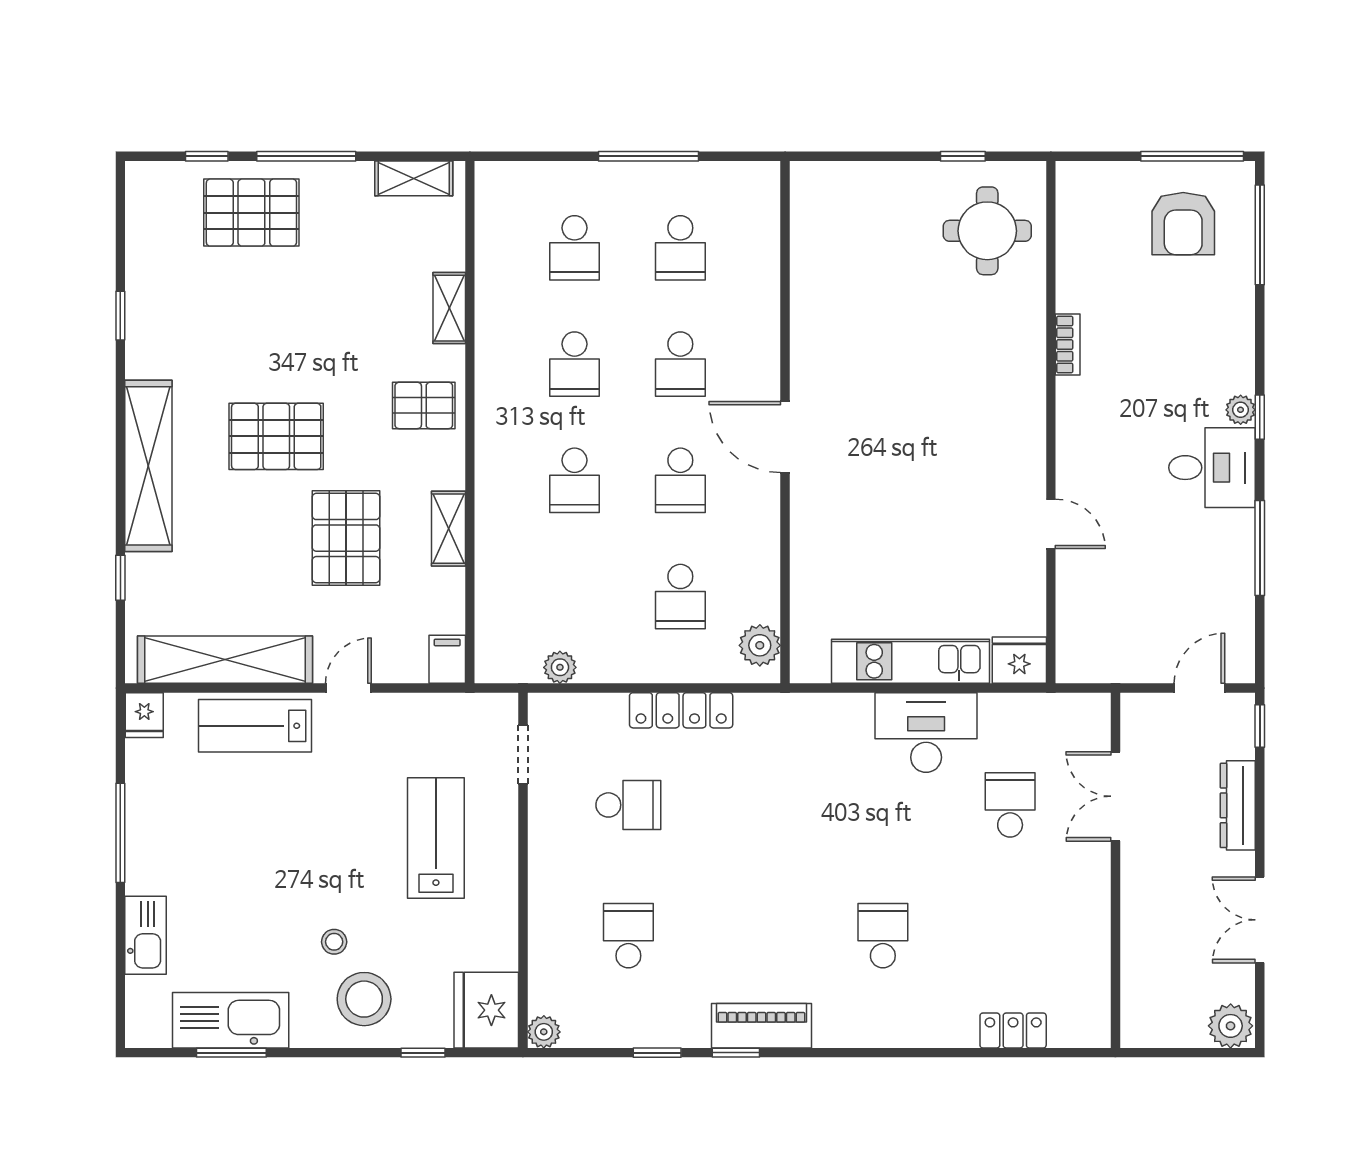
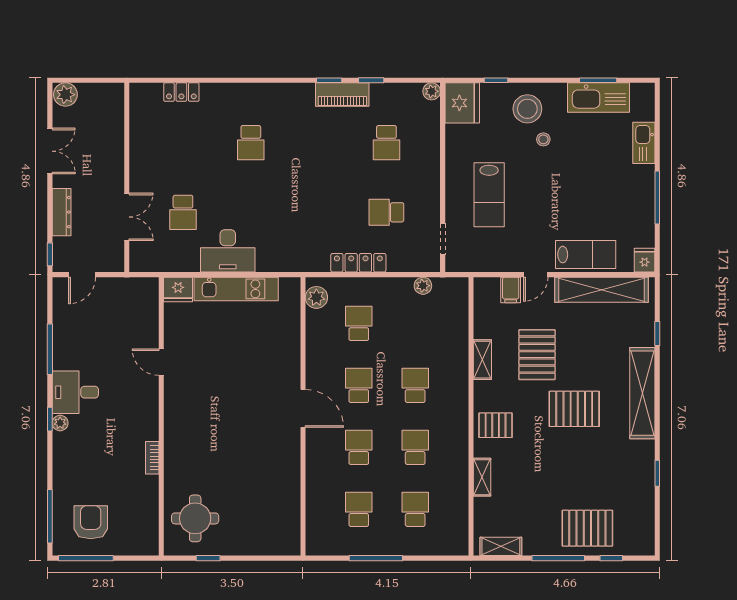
filing cabinet: (447, 659) -> (511, 290), moved
piano: (761, 1026) -> (342, 95), moved

